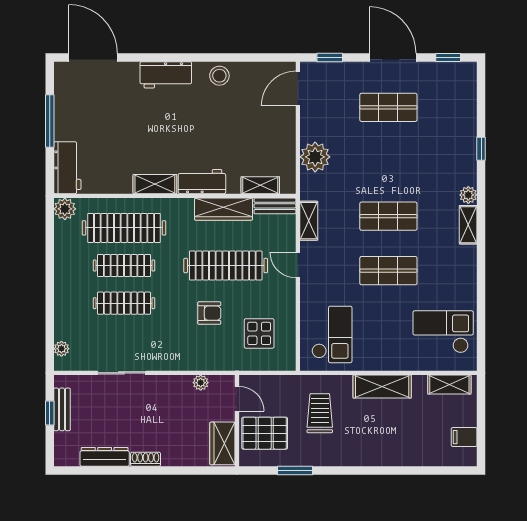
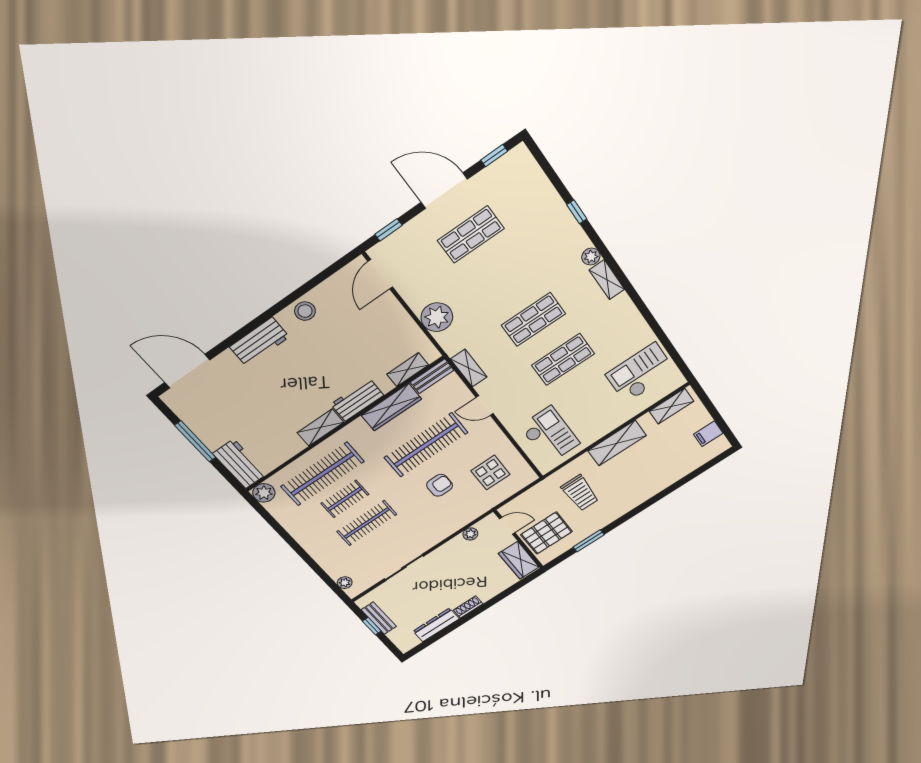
clothes rail: (124, 266) -> (345, 499), width x0.73
trolley: (320, 413) -> (580, 493), turned 180

